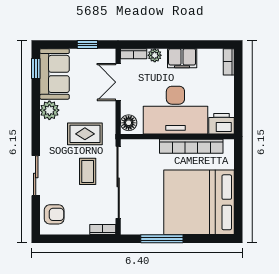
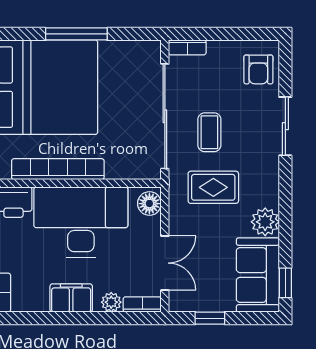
armchair: (54, 214) -> (258, 69), turned -90
window: (162, 239) -> (76, 34), moved

